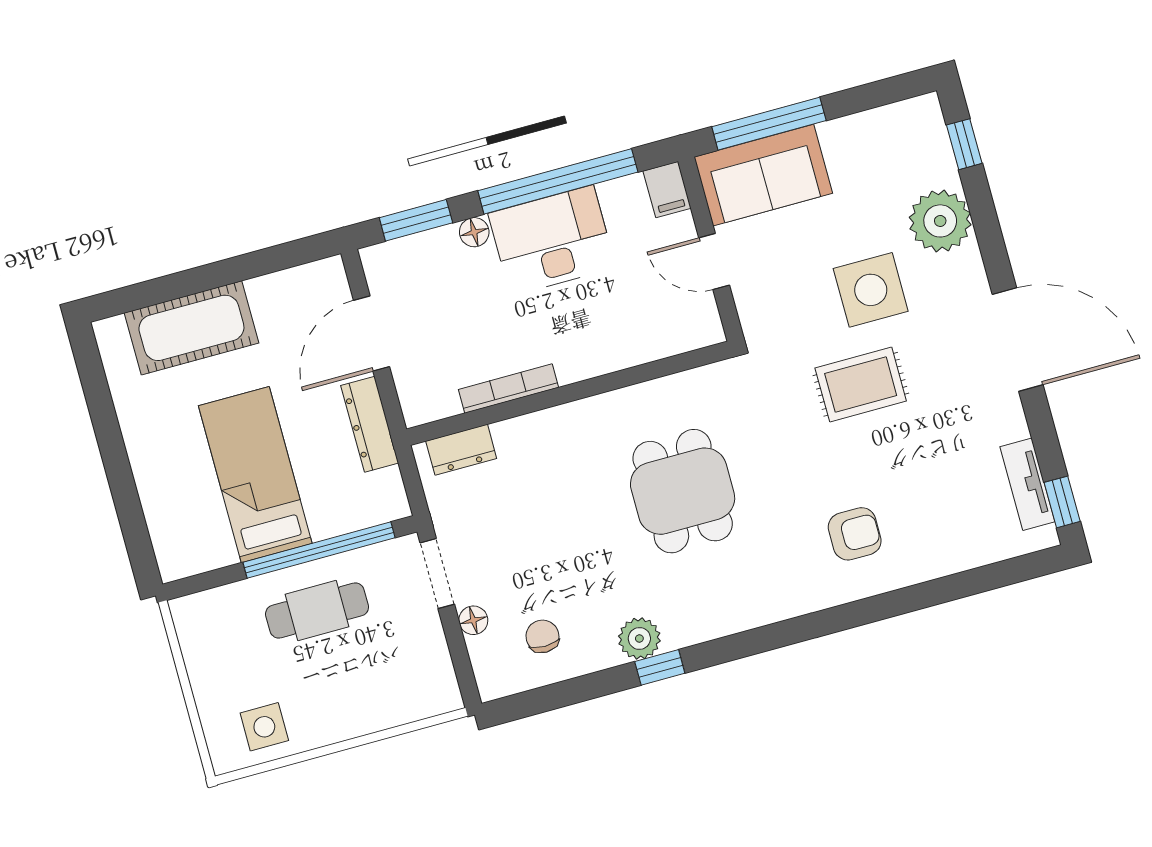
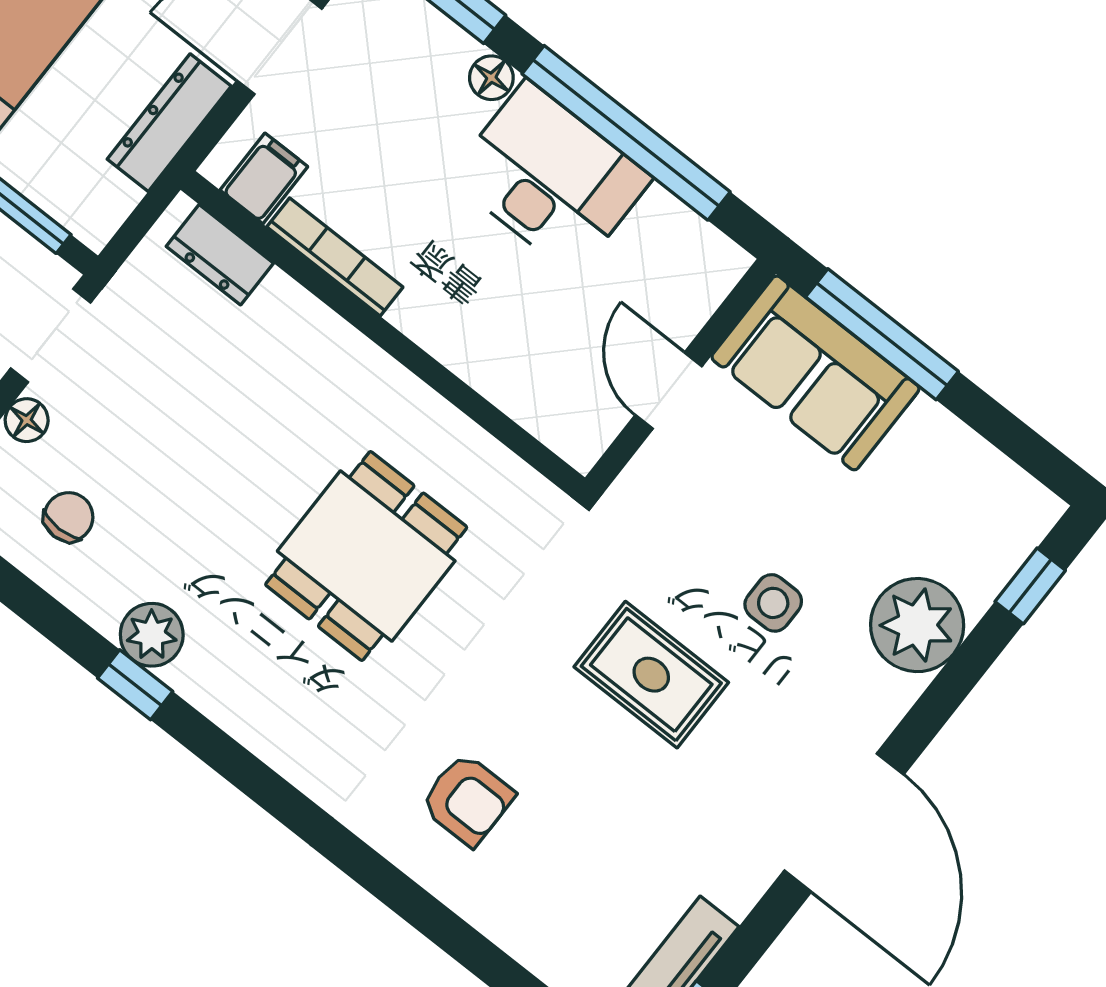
filing cabinet: (667, 190) -> (264, 178), moved, turned 180
side table: (871, 290) -> (773, 603), width x0.54, depth x0.54

